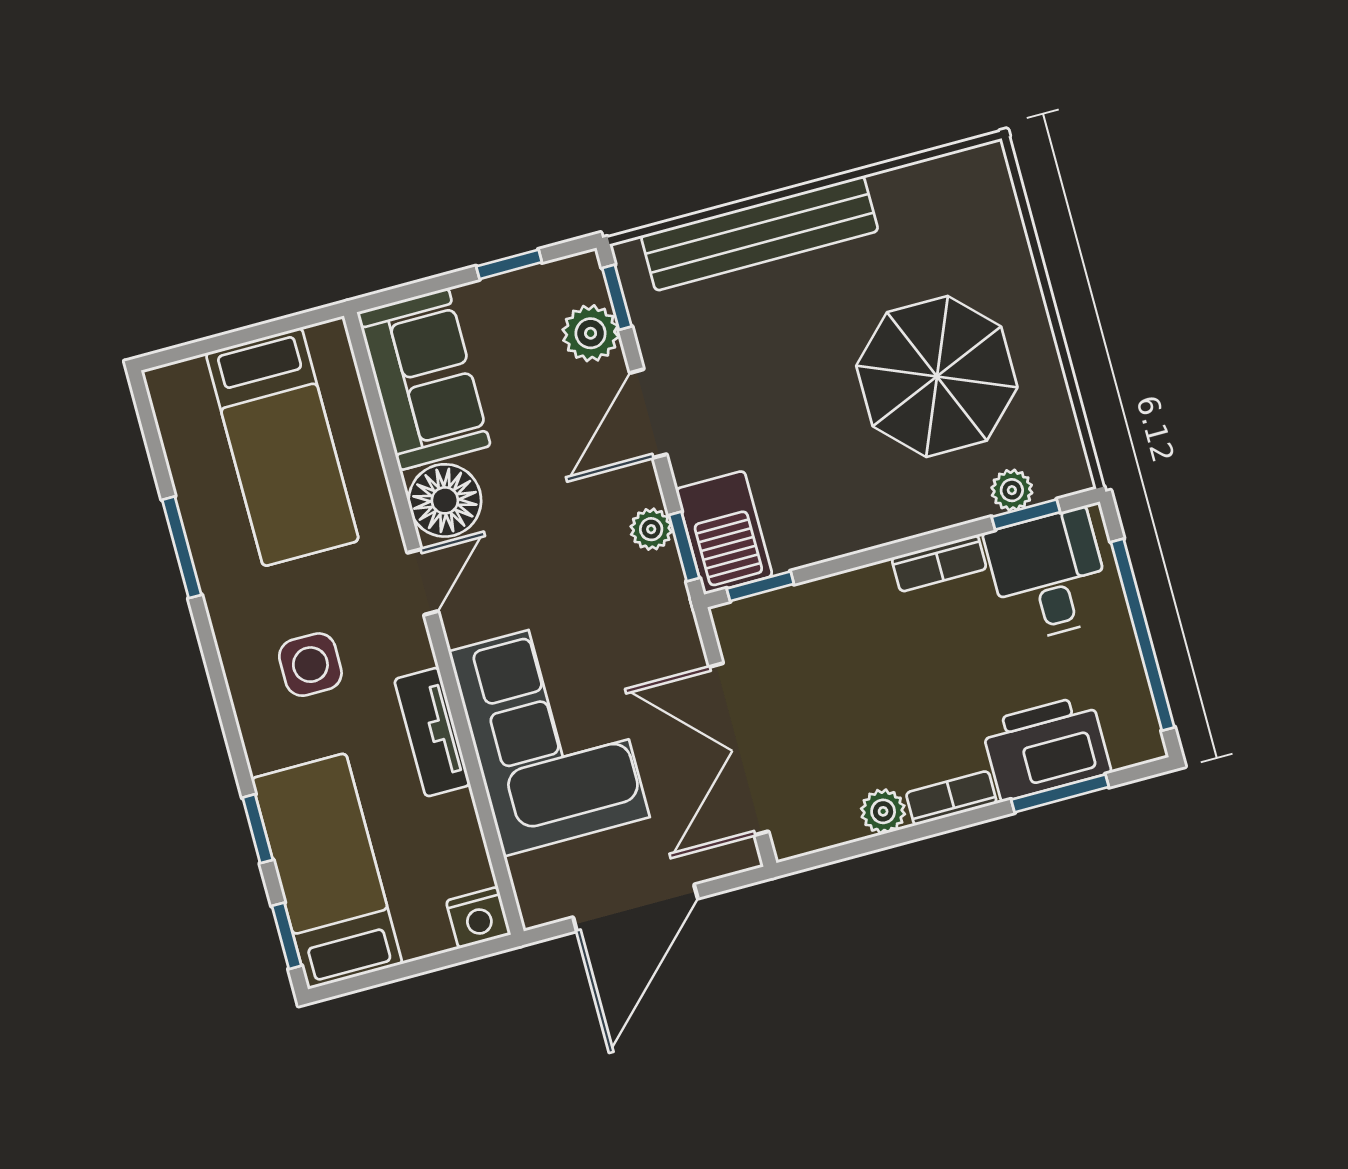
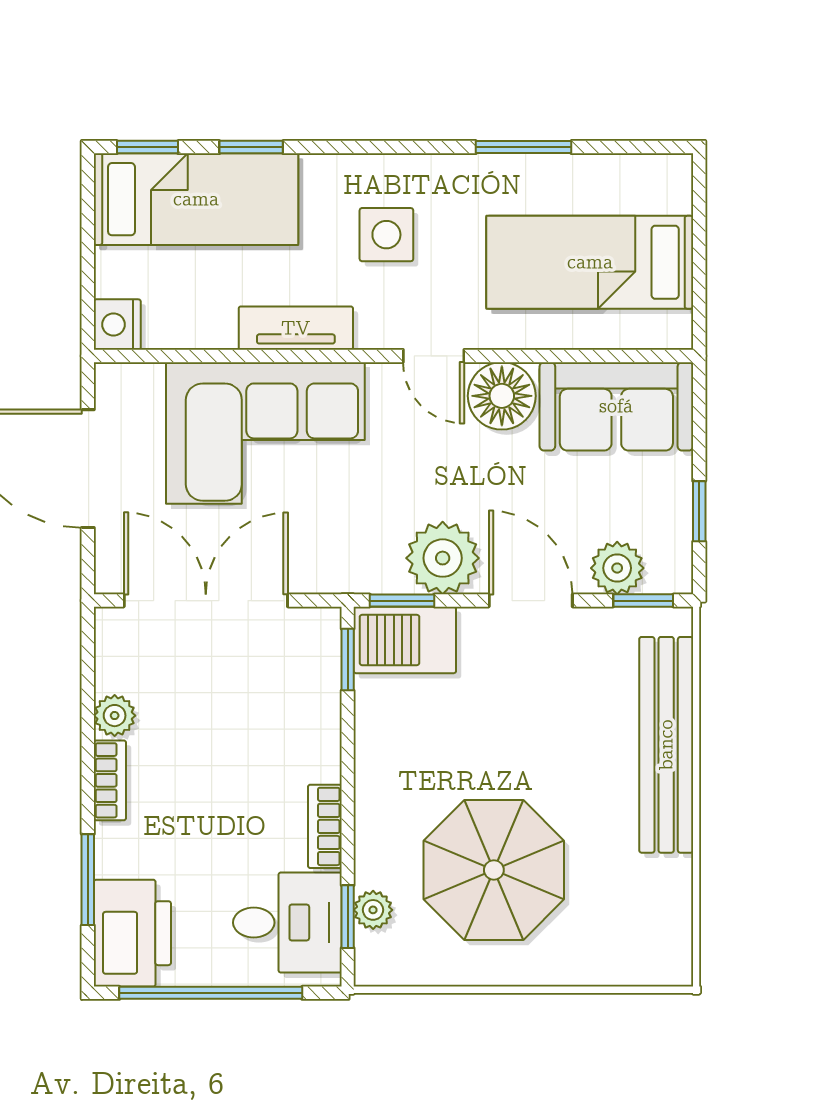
plant: (651, 529) -> (443, 558), width x1.88, depth x1.88
printer: (1046, 748) -> (132, 933), moved

